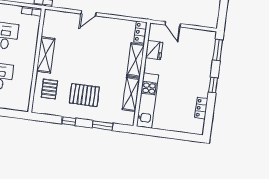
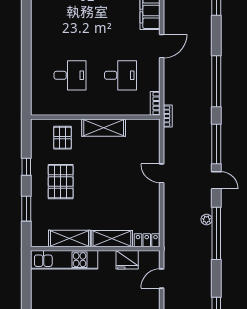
pallet: (49, 89) -> (62, 138), turned 90

